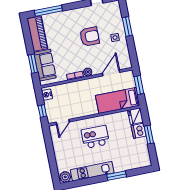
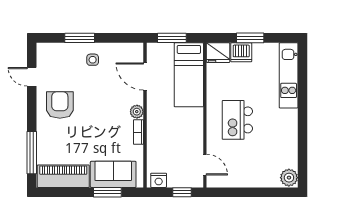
armchair: (90, 37) -> (60, 105), moved
kitchen unit: (92, 171) -> (289, 75), moved
window: (117, 176) -> (302, 99), removed

